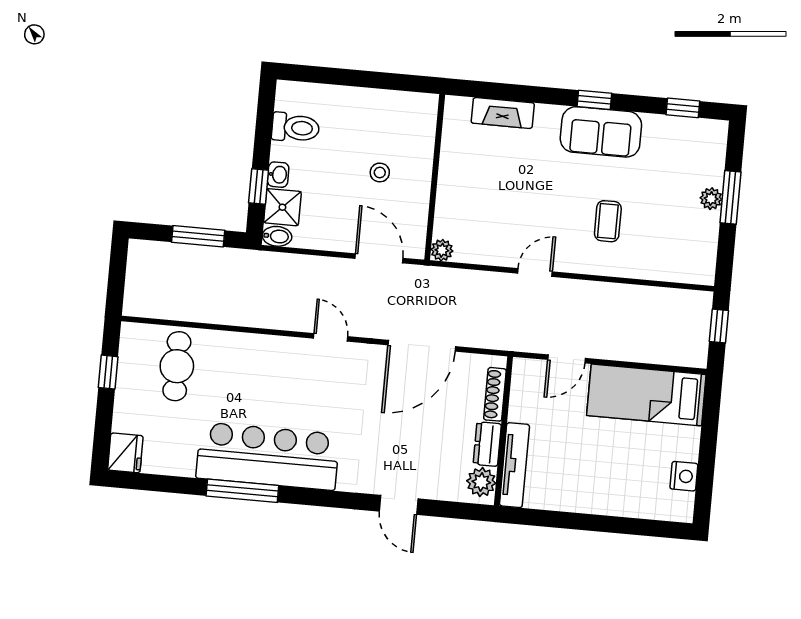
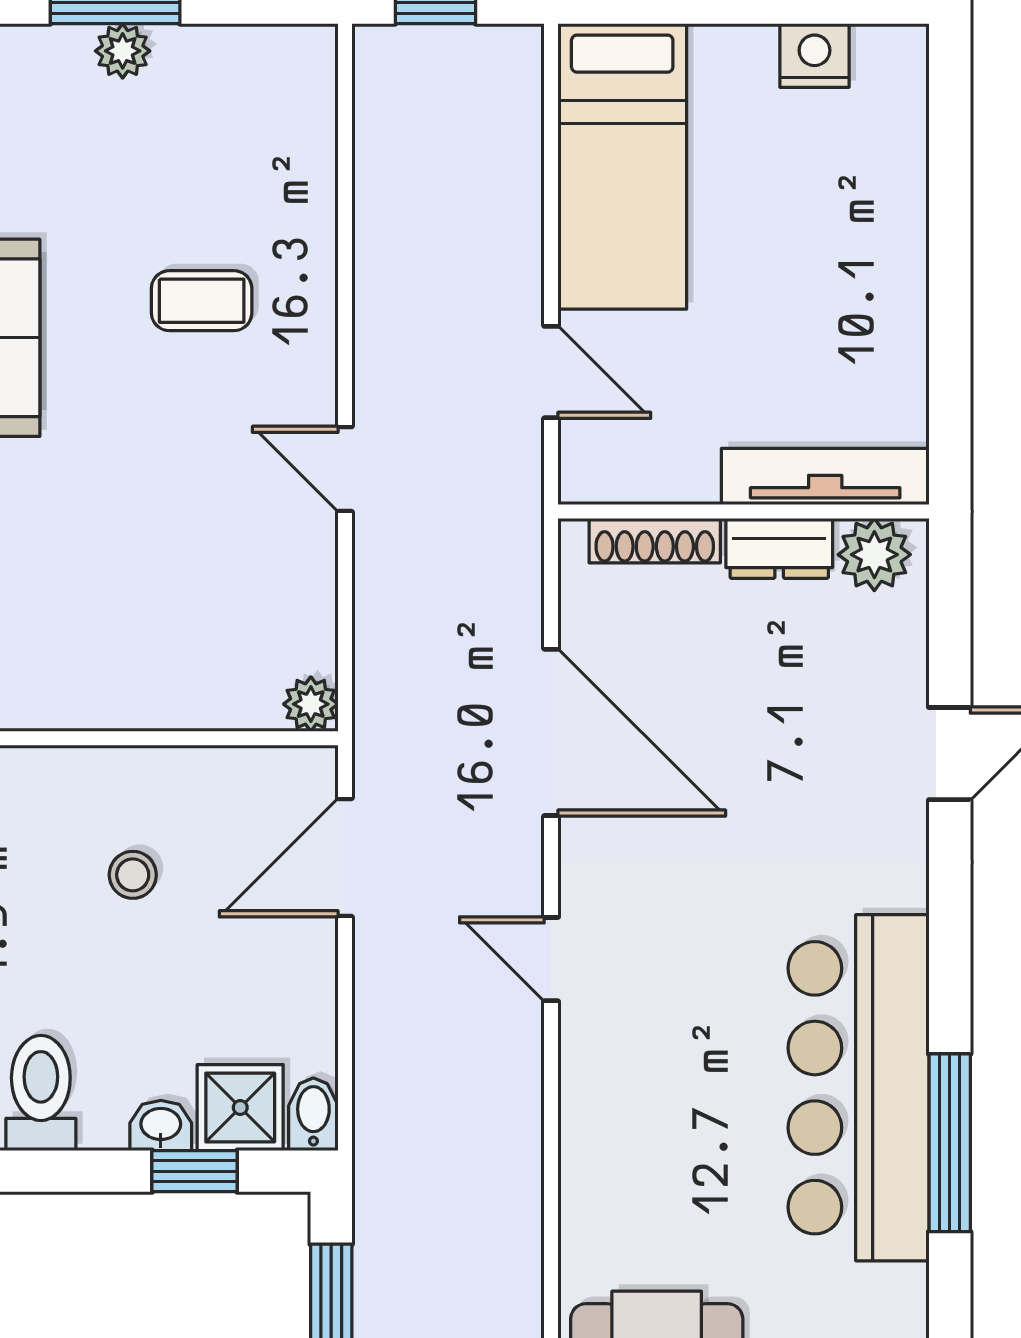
door: (331, 337) -> (551, 959), hinge flipped

